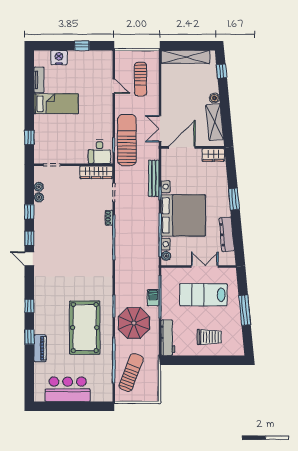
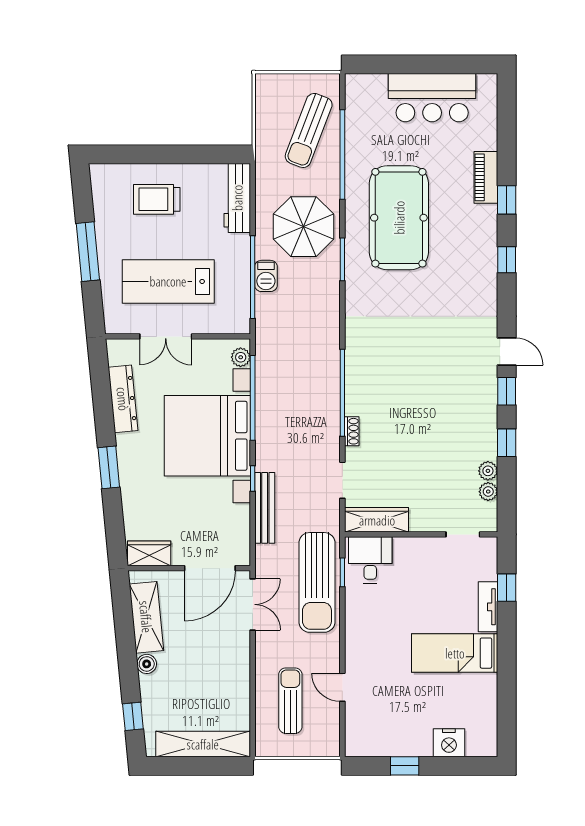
tv unit: (39, 80) -> (488, 607), moved
lab bench: (203, 295) -> (168, 281), turned 180

